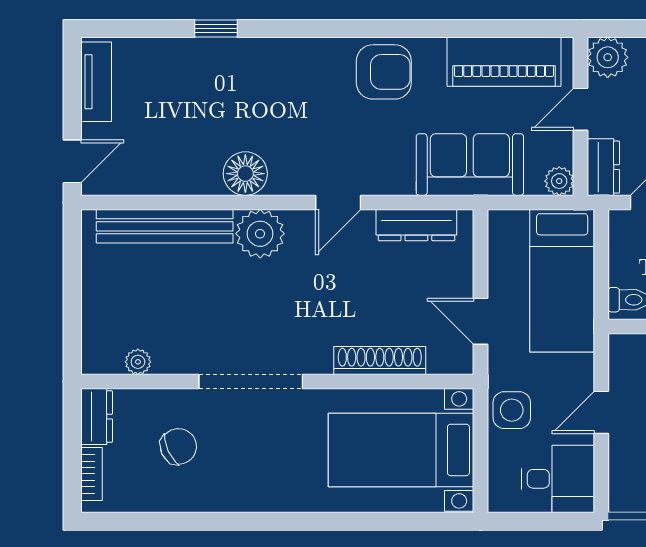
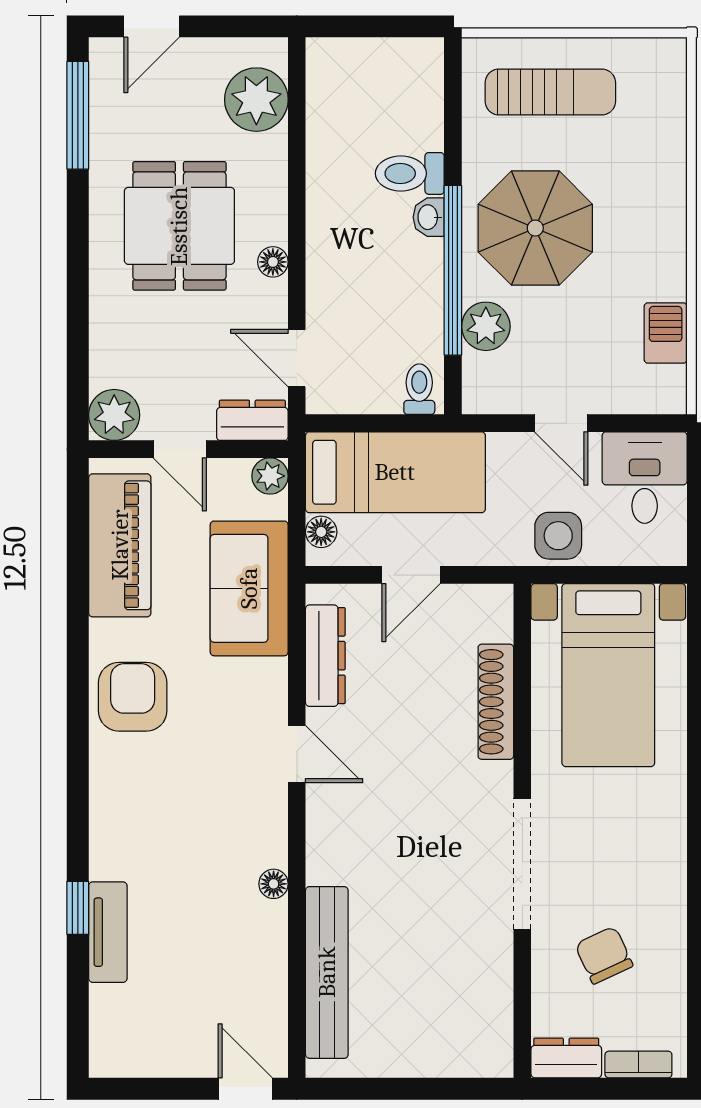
tv unit: (96, 82) -> (108, 932), moved, turned 90
floor lamp: (245, 174) -> (274, 884), width x0.53, depth x0.53
floor lamp: (515, 222) -> (321, 532), added
plant: (260, 234) -> (336, 852), removed
door: (481, 321) -> (411, 575), moved
plant: (138, 362) -> (497, 1006), removed

